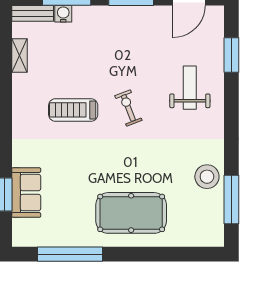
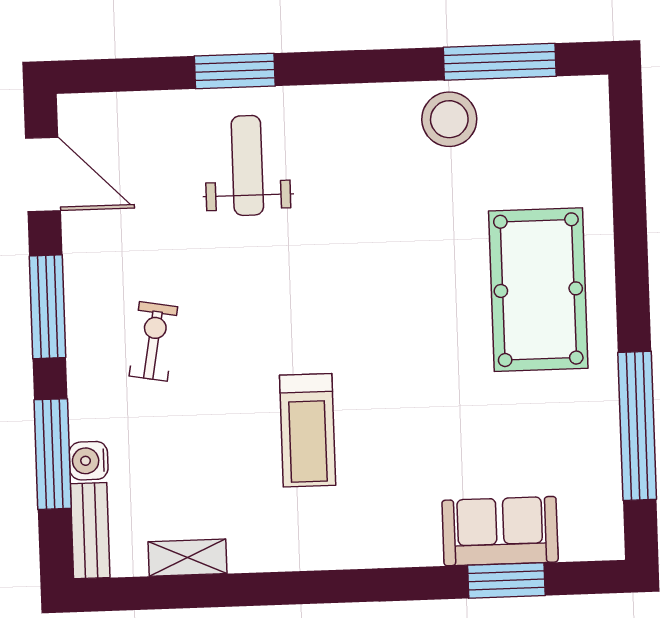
window: (231, 55) -> (235, 71), moved
weight bench: (190, 88) -> (247, 165), turned 90
exercise bike: (128, 108) -> (153, 341), moved, turned 121

